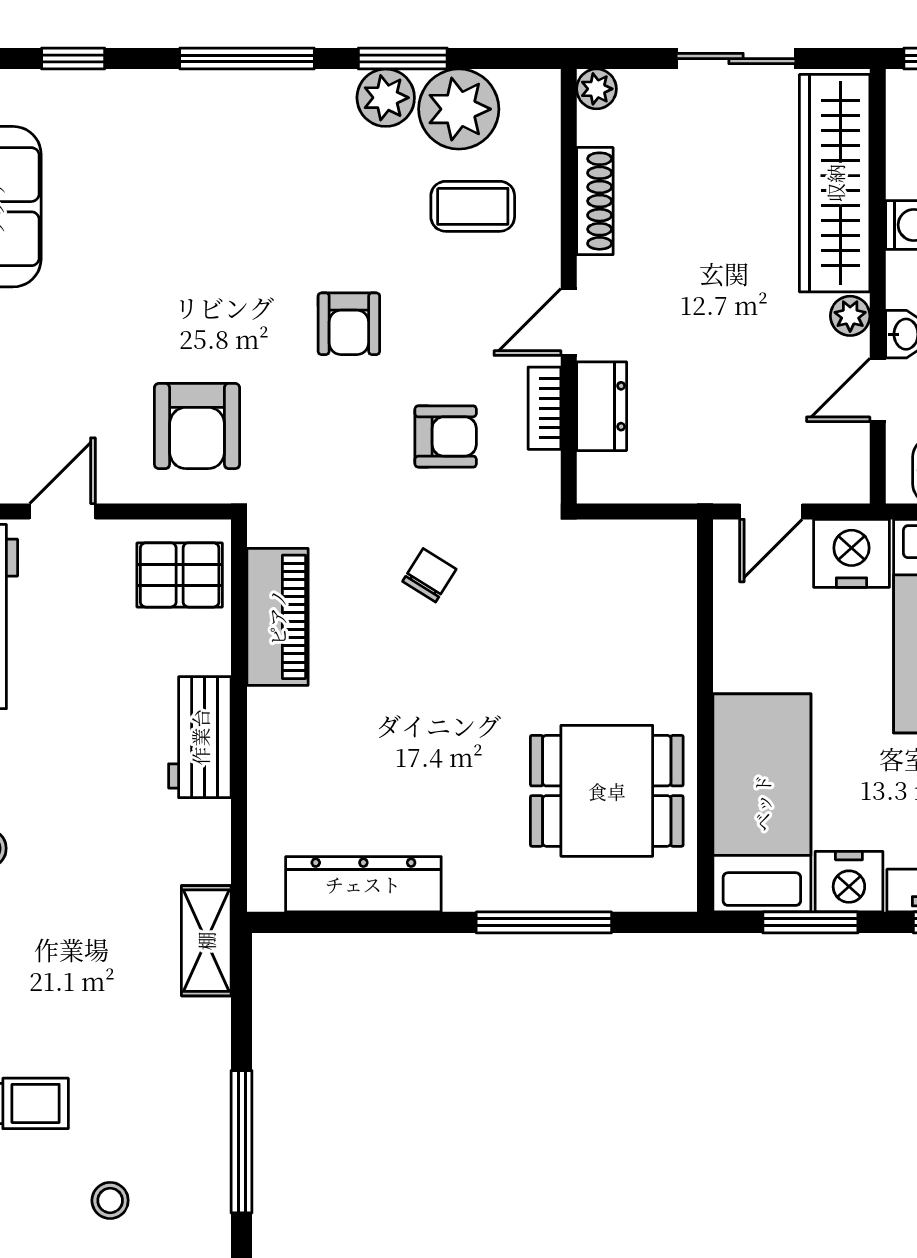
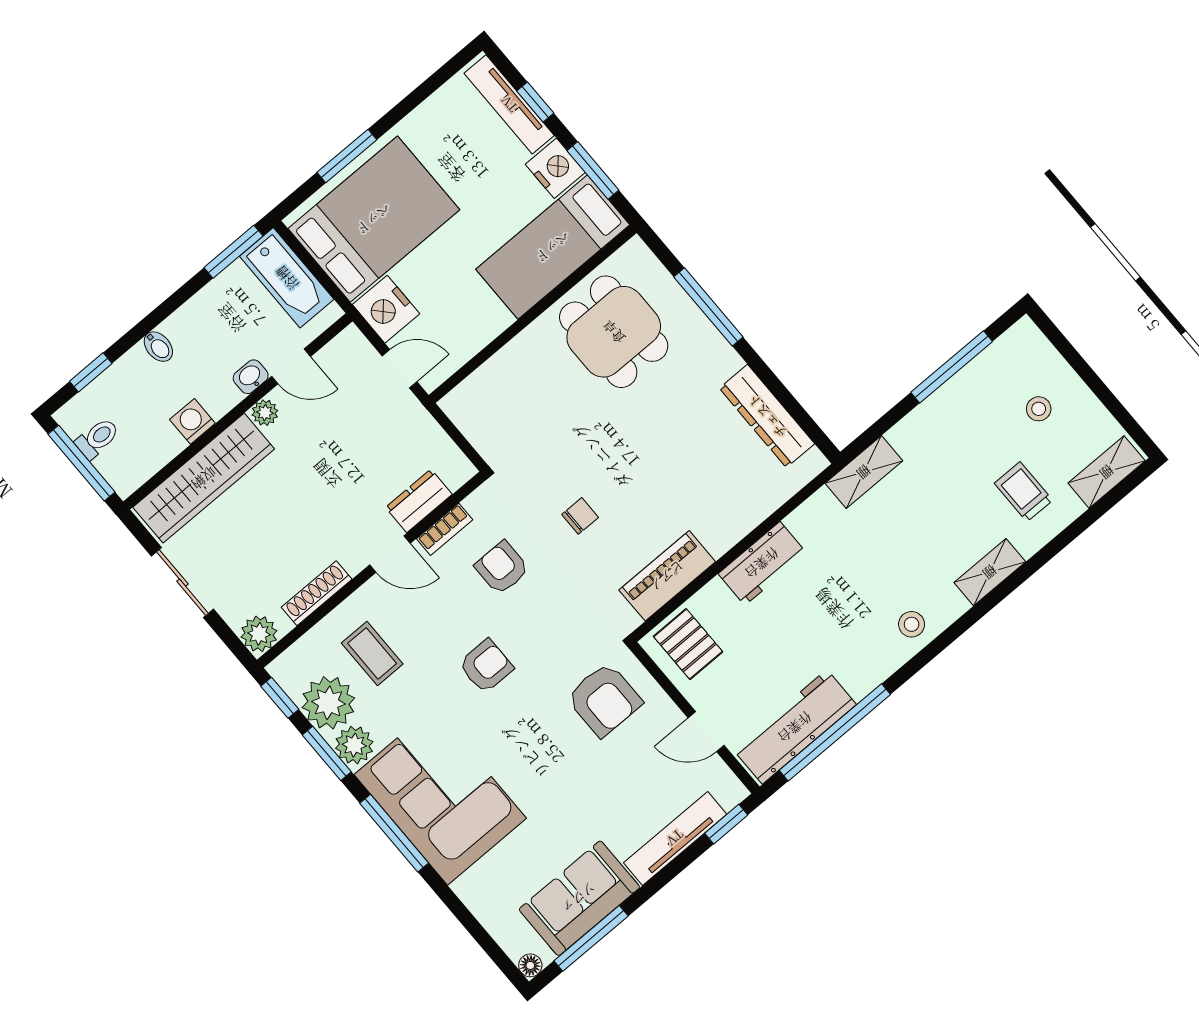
window: (73, 59) -> (280, 698), moved
plant: (597, 89) -> (259, 634), width x1.38, depth x1.38
corner sofa: (245, 146) -> (440, 796), added
armchair: (197, 426) -> (604, 700), turned 90
chair: (429, 575) -> (580, 516), turned 148

